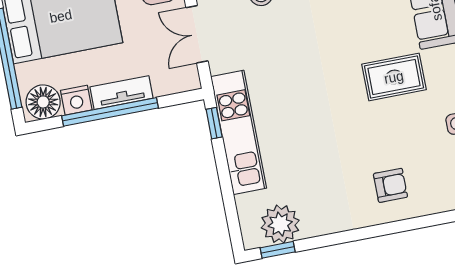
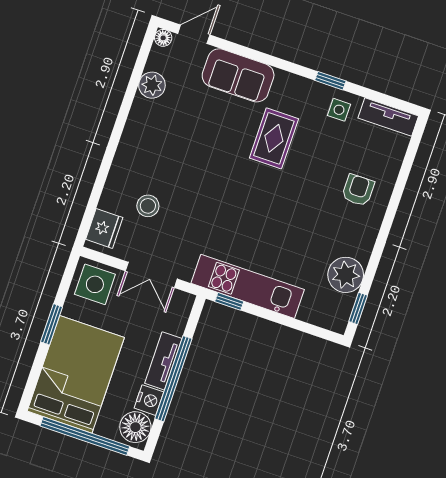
plant: (280, 224) -> (346, 275), moved

